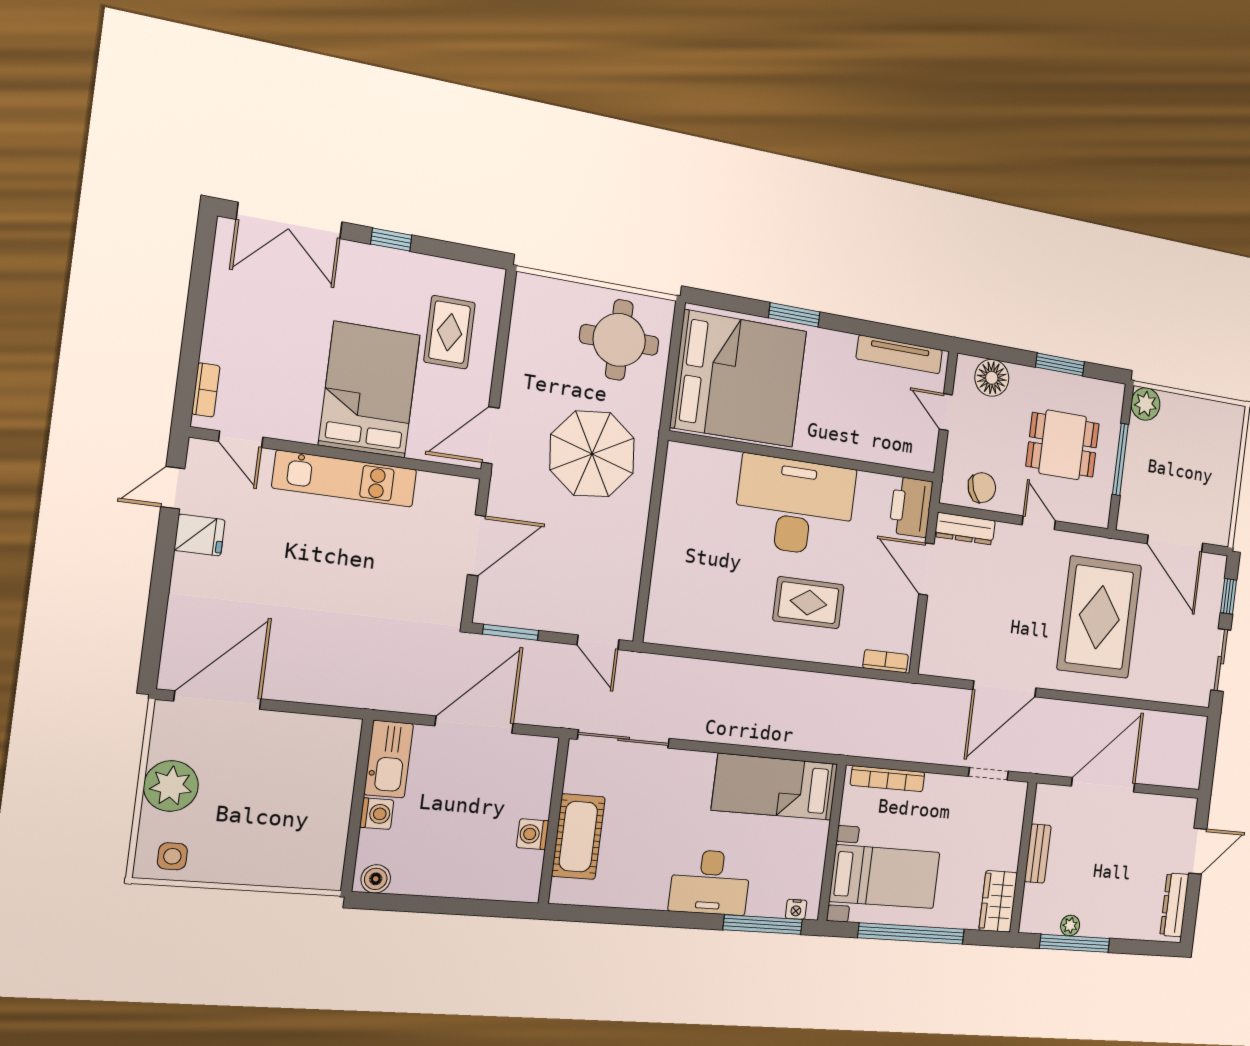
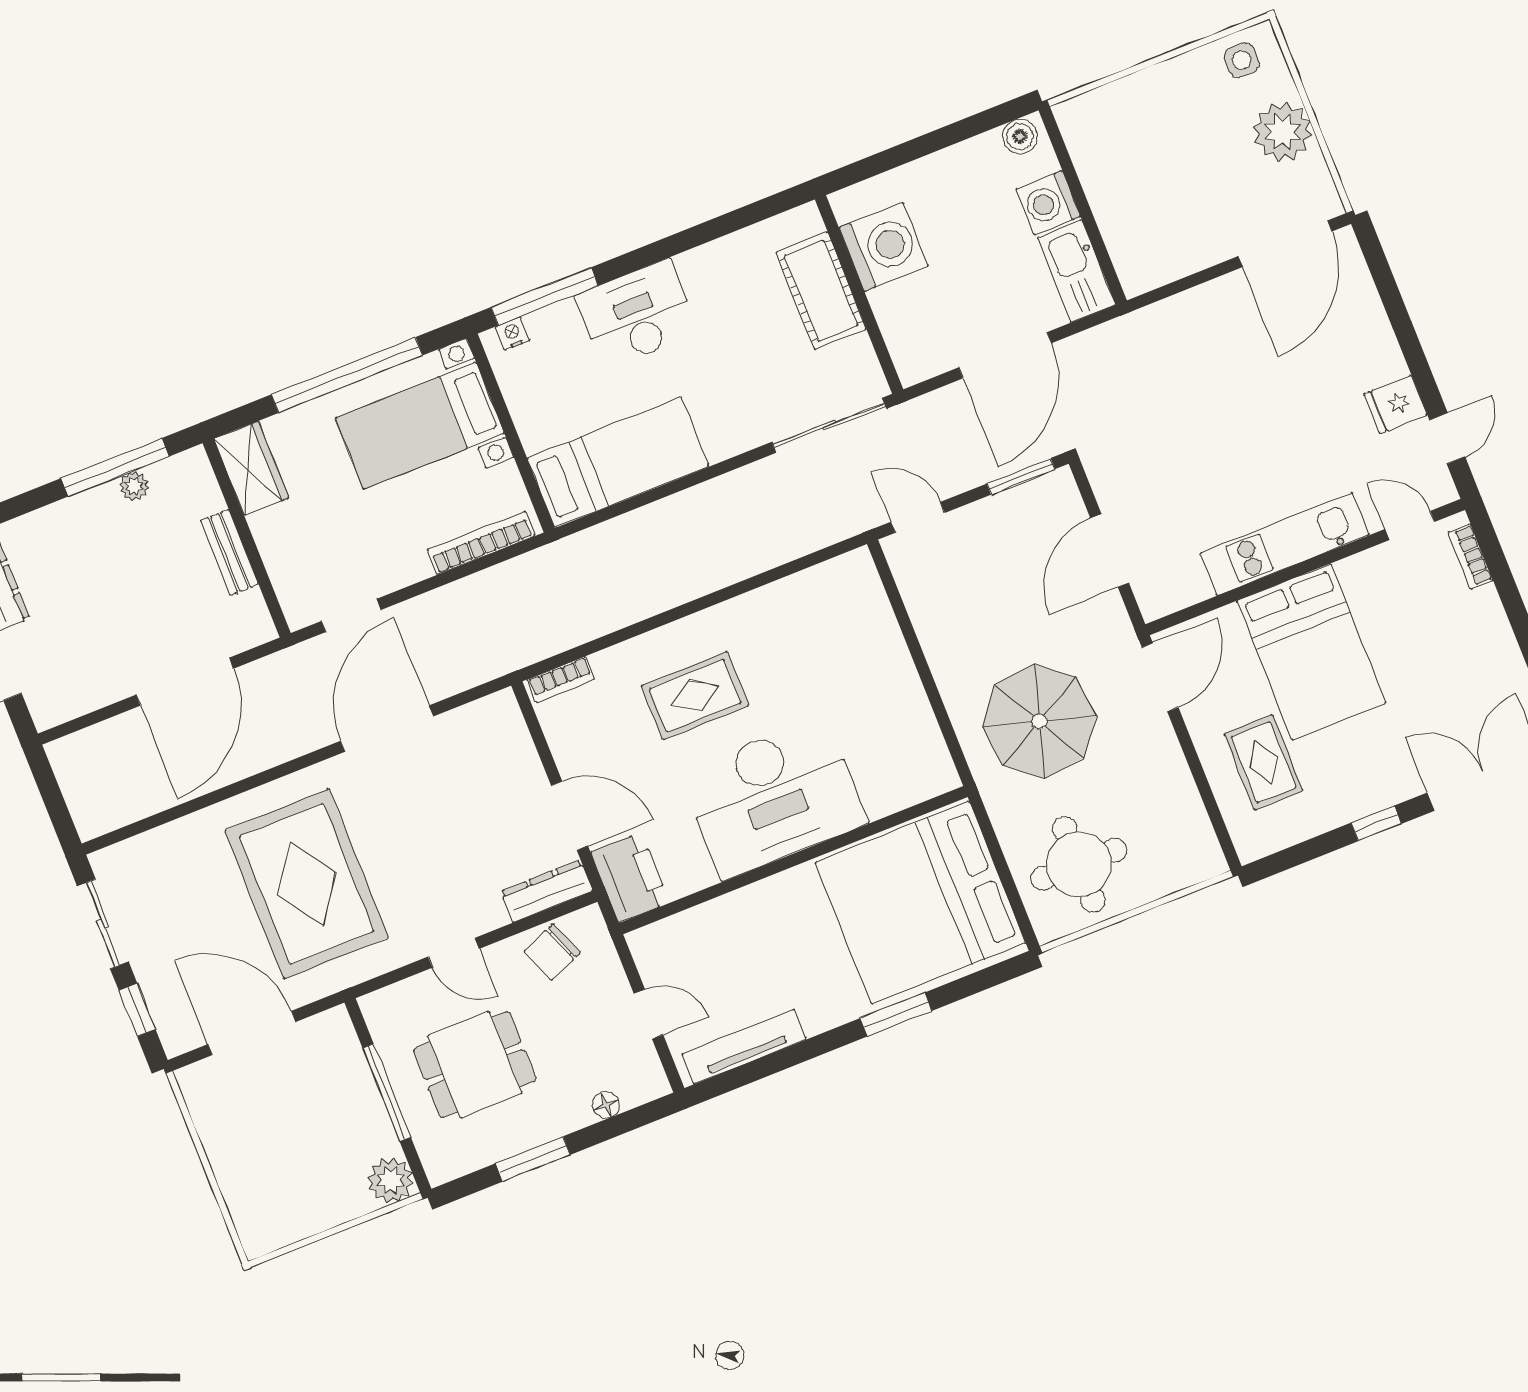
floor lamp: (992, 378) -> (606, 1105), width x0.53, depth x0.53
washing machine: (377, 814) -> (1048, 203), width x1.38, depth x1.38
washing machine: (533, 834) -> (884, 247), width x1.89, depth x1.89

